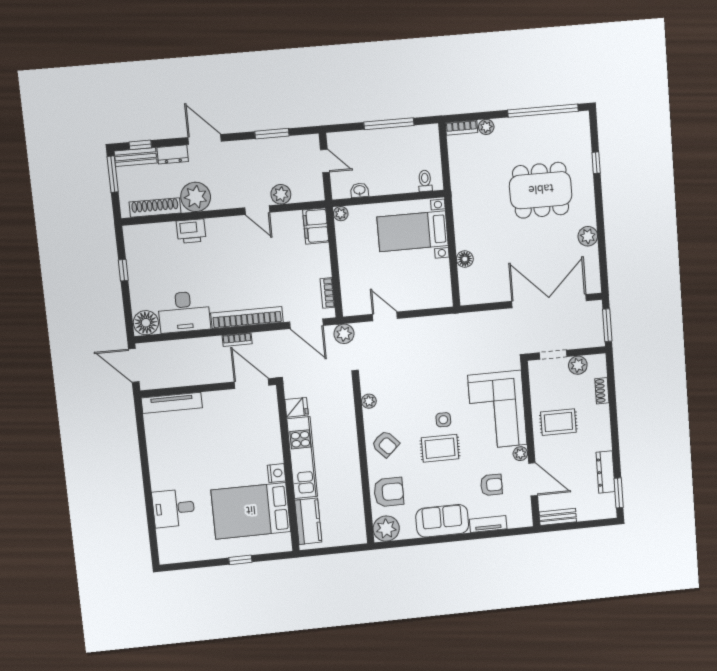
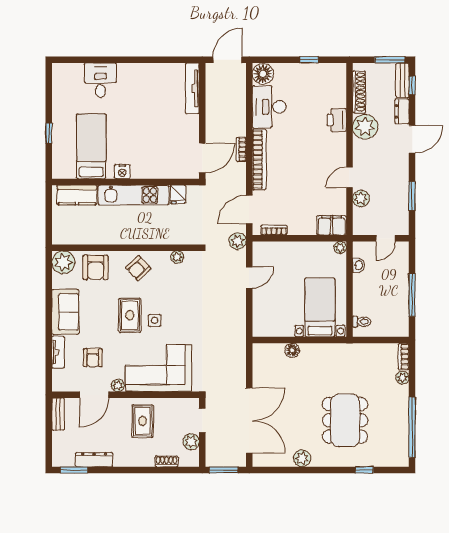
bed: (251, 511) -> (91, 146), width x0.67

